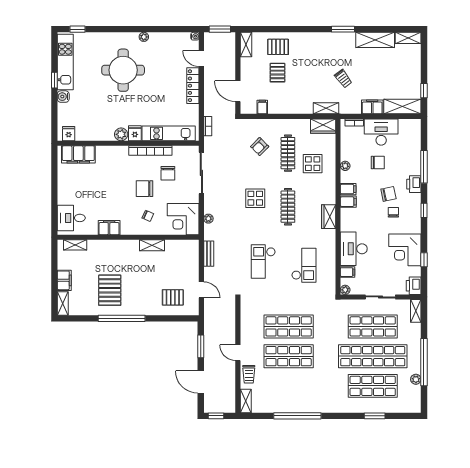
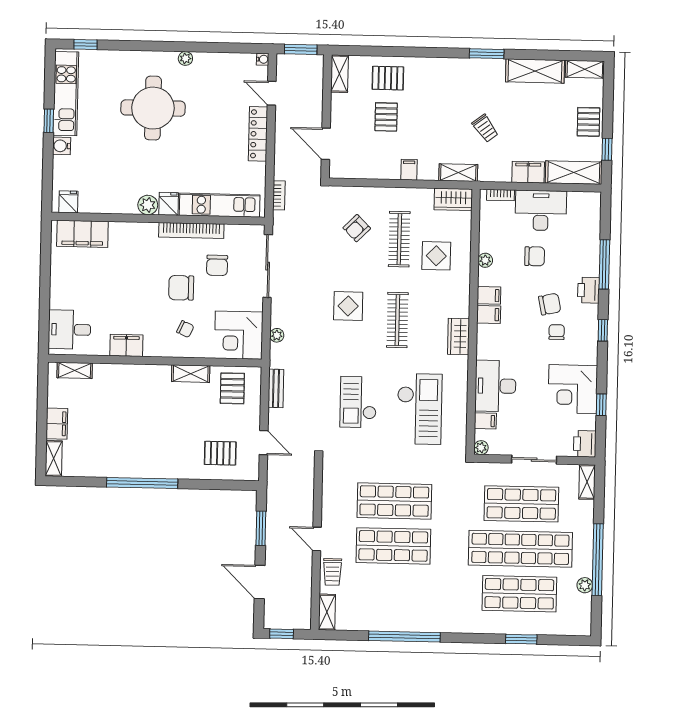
pallet: (411, 73) -> (588, 122), added
filing cabinet: (262, 107) -> (409, 170), moved
checkout: (304, 265) -> (419, 409), width x1.36, depth x1.21
pallet: (110, 290) -> (232, 388), moved, width x0.67, depth x0.71

